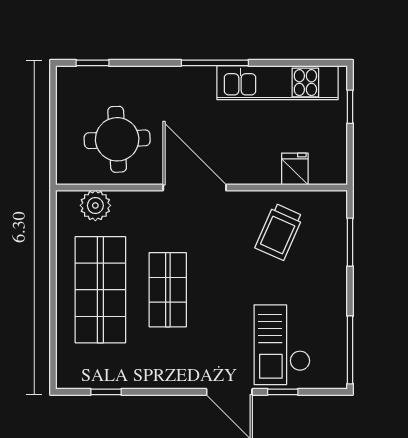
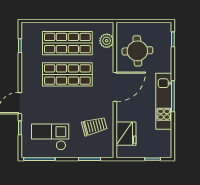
kitchen unit: (278, 83) -> (164, 101), moved
fridge: (295, 169) -> (126, 134), width x1.88, depth x1.34
trolley: (279, 232) -> (94, 126), turned 141
shop shelf: (168, 290) -> (67, 74), width x1.43, depth x1.36
checkout: (282, 345) -> (50, 137), moved

